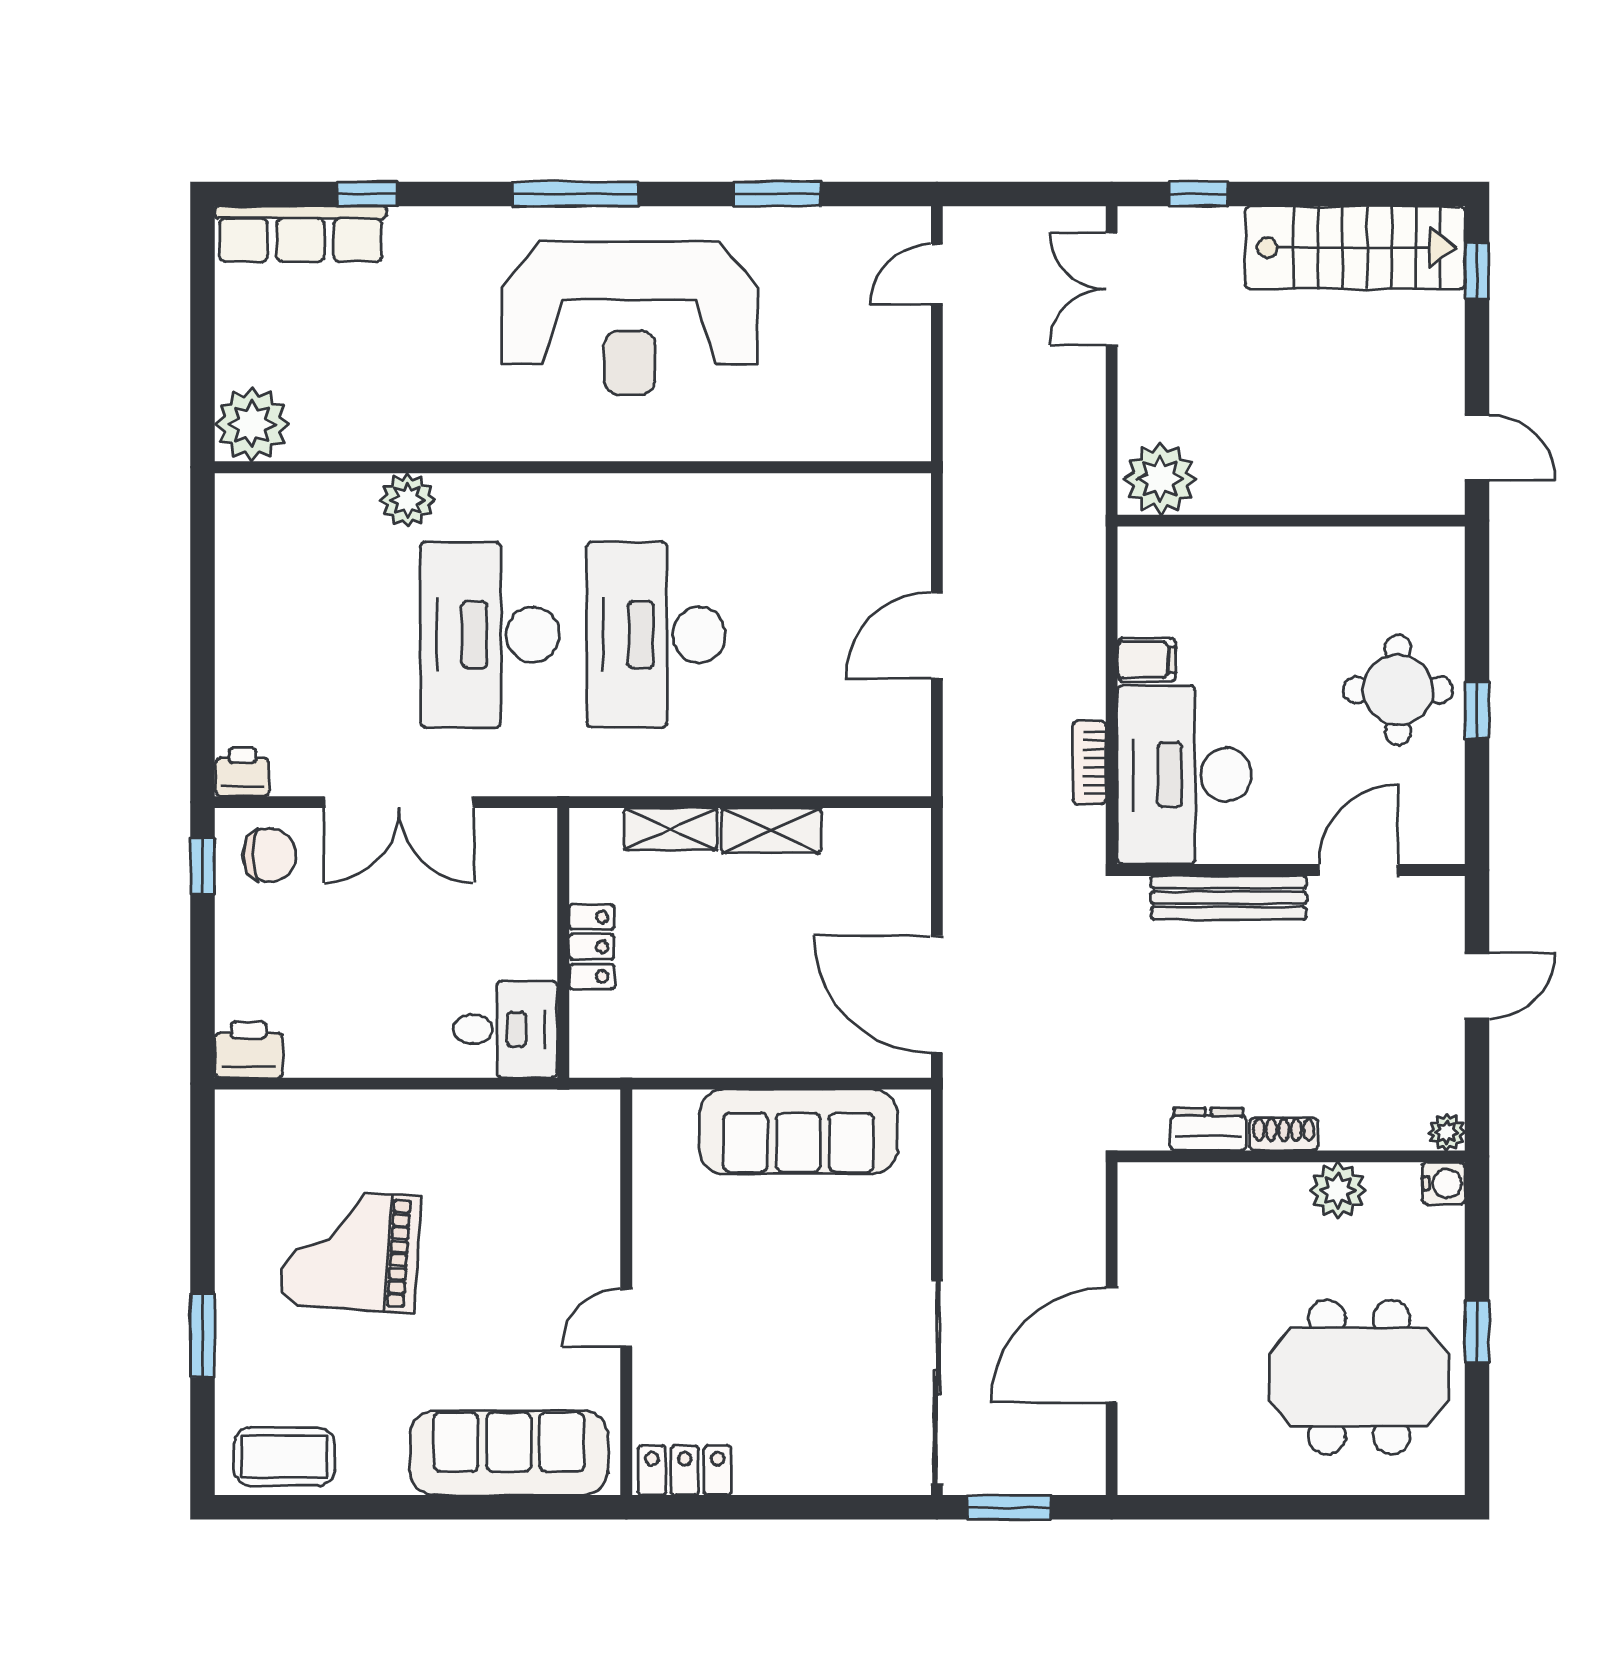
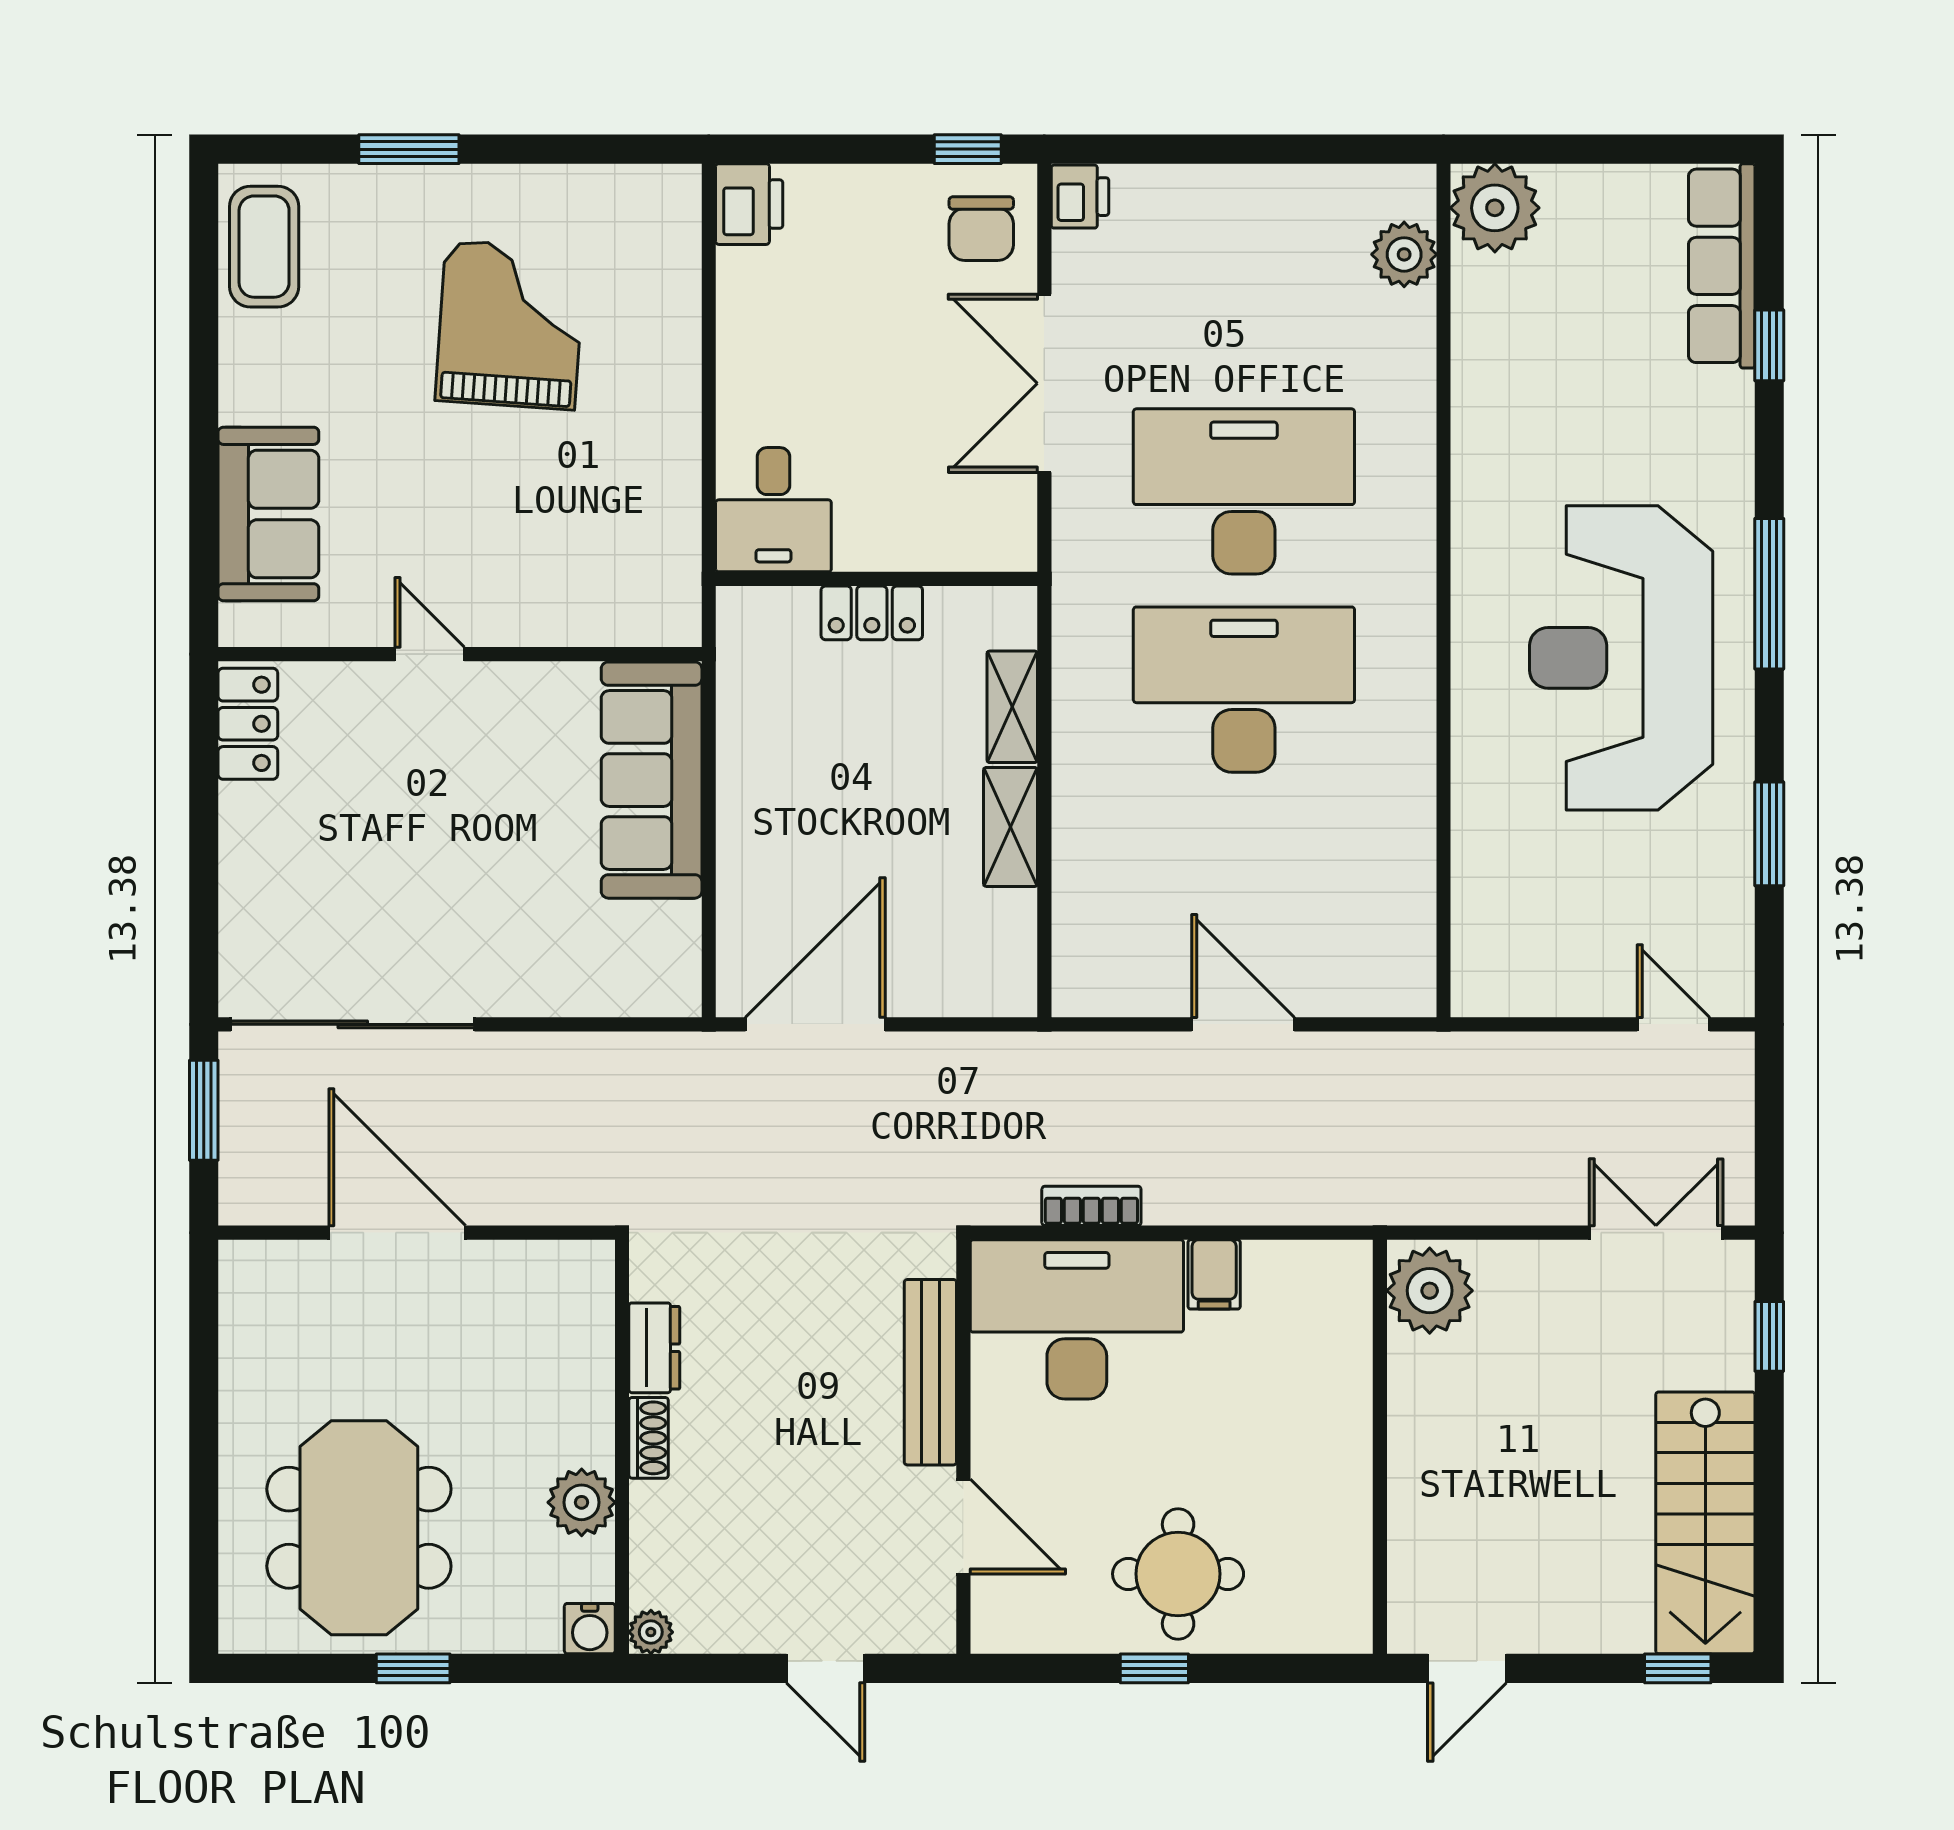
plant: (407, 500) -> (1404, 254), moved
sofa: (798, 1132) -> (652, 780), moved
sofa: (509, 1453) -> (268, 514), width x0.73

